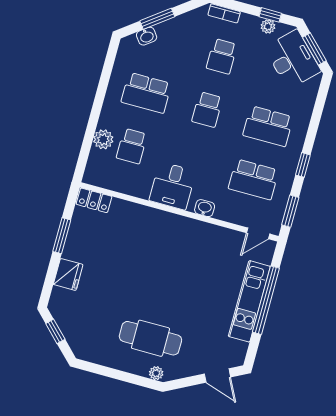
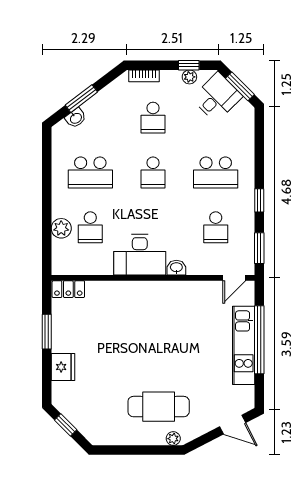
desk: (293, 59) -> (217, 97), width x0.73
school desk: (254, 179) -> (216, 227), width x0.54
desk: (172, 186) -> (140, 255), width x1.37

